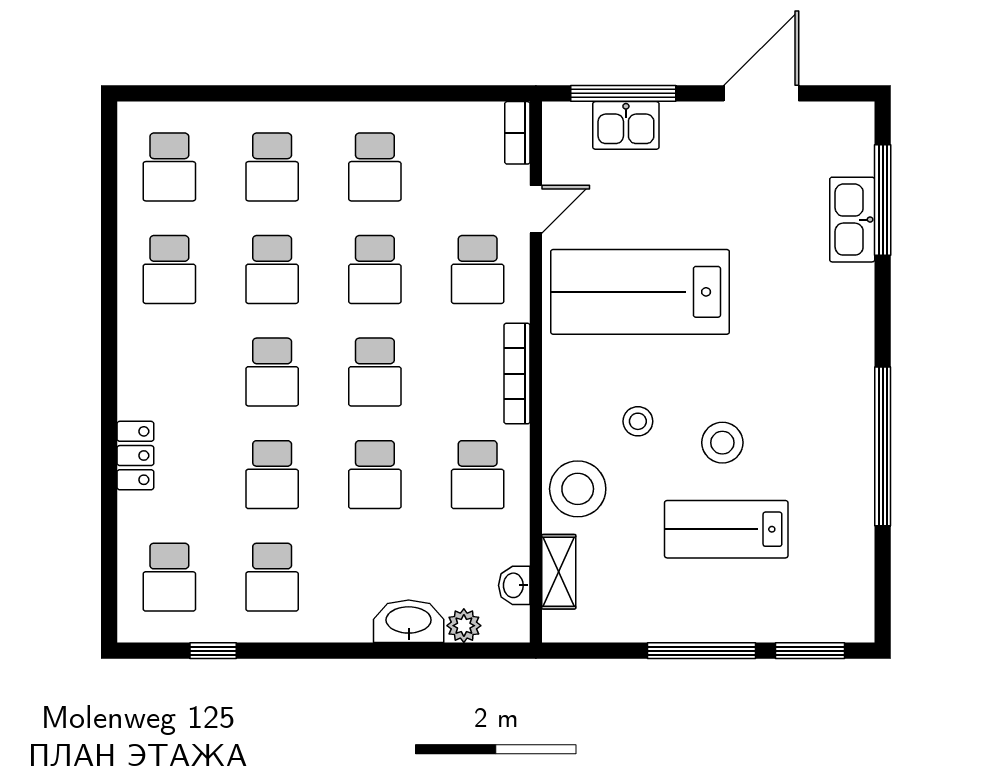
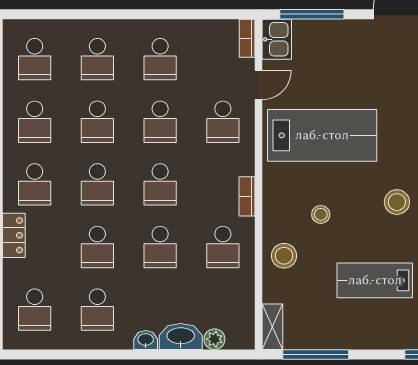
kitchen sink: (626, 125) -> (277, 39), moved, turned -90
lab bench: (640, 292) -> (322, 135), turned 180
school desk: (169, 372) -> (35, 184), added
bookcase: (517, 374) -> (247, 196), width x0.64
stool: (722, 443) -> (397, 202), moved
stool: (578, 489) -> (284, 256), width x0.73, depth x0.73
shelving: (559, 572) -> (272, 327), moved
washbasin: (514, 585) -> (146, 340), moved, turned 90
window: (213, 651) -> (61, 354), removed
window: (701, 651) -> (316, 354), moved

